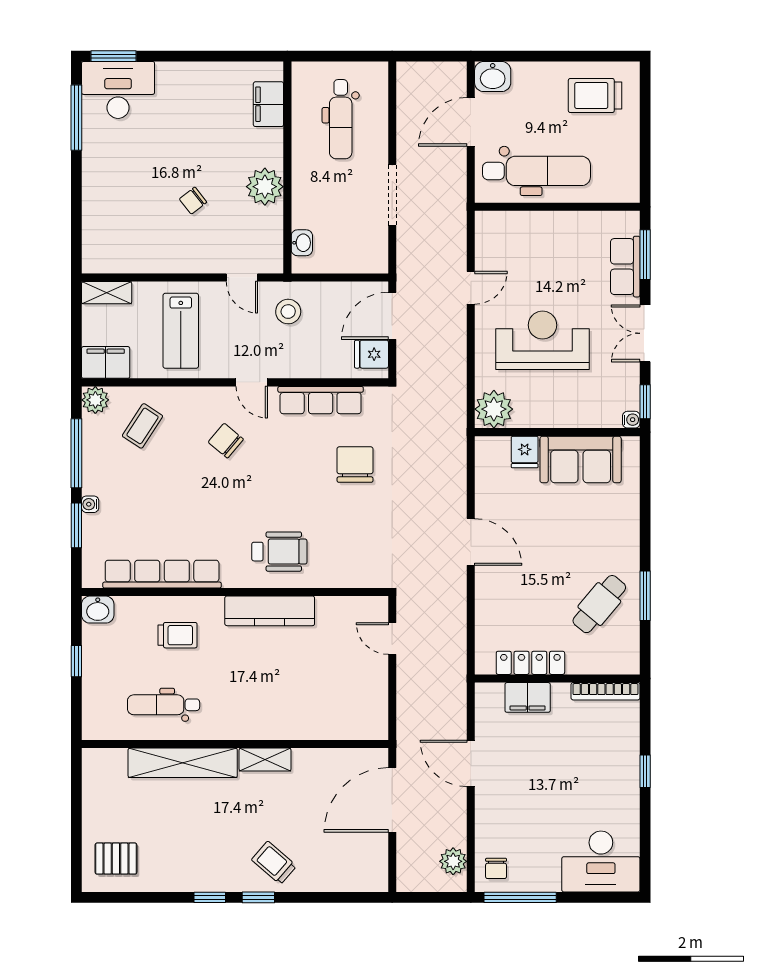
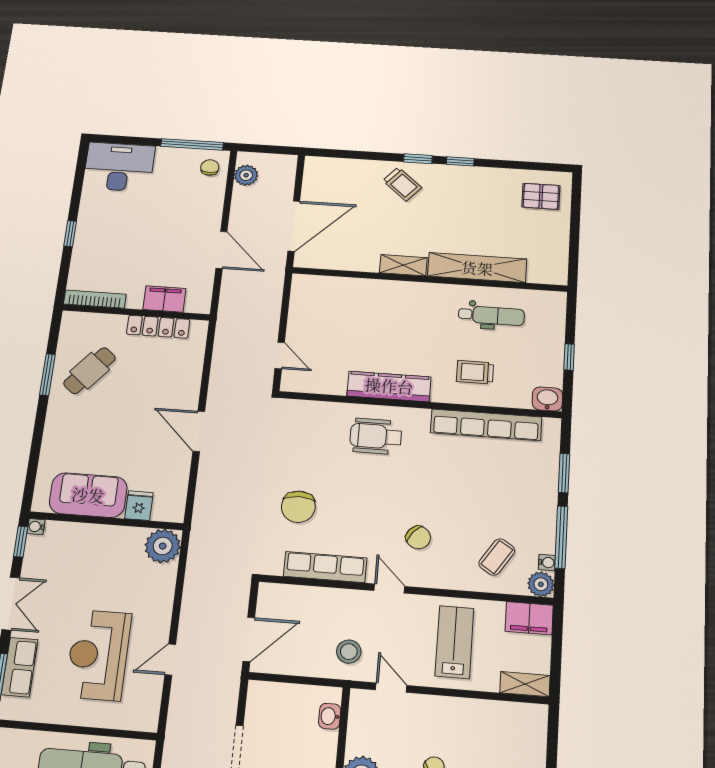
reception desk: (542, 340) -> (98, 655), moved, turned 90
fridge: (371, 354) -> (272, 605), removed
water cooler: (90, 504) -> (547, 562), moved

